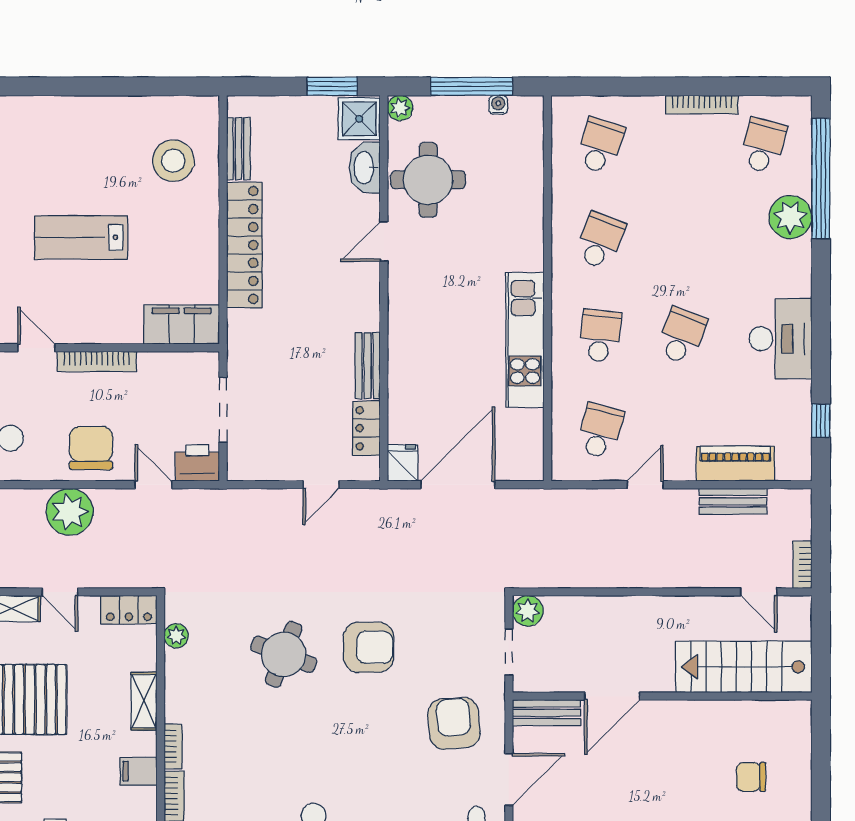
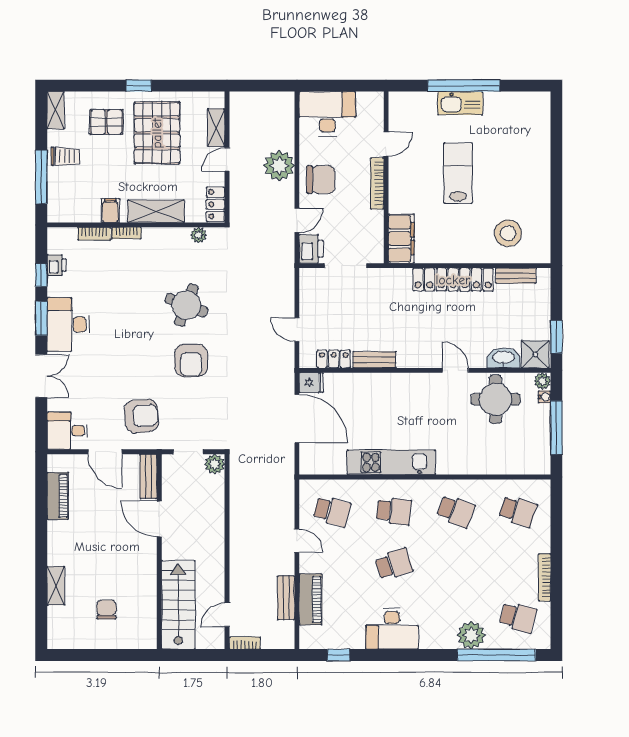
water cooler: (498, 105) -> (544, 397), moved
school desk: (681, 336) -> (394, 564), turned -39
shelving: (144, 701) -> (156, 211), width x1.50, depth x1.33

